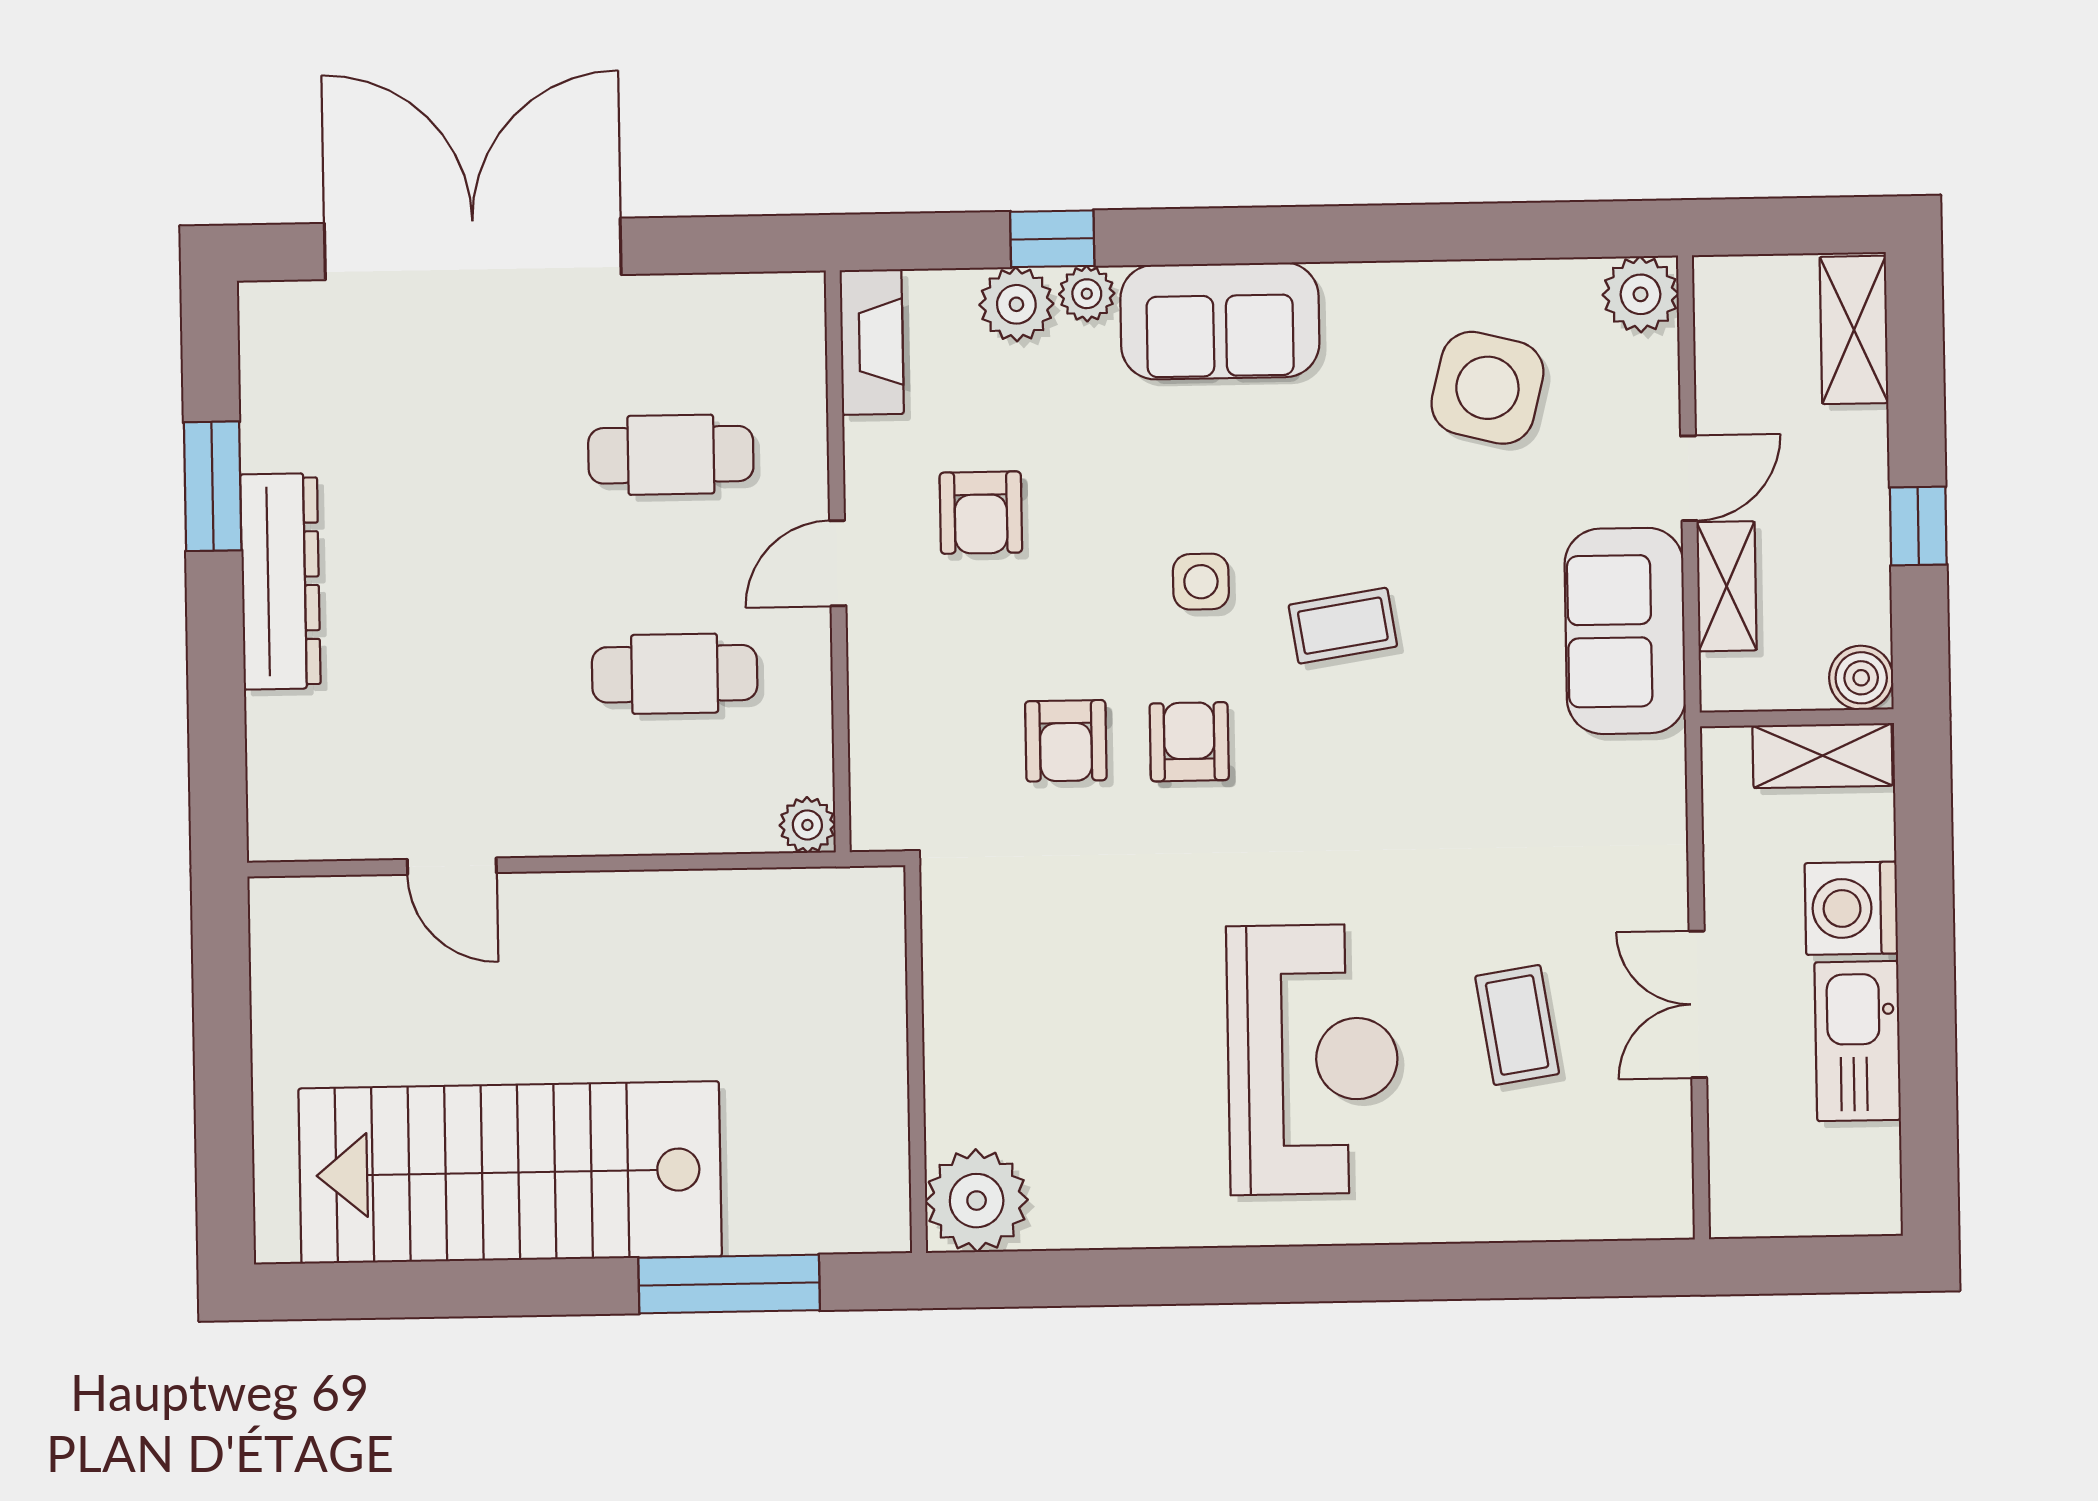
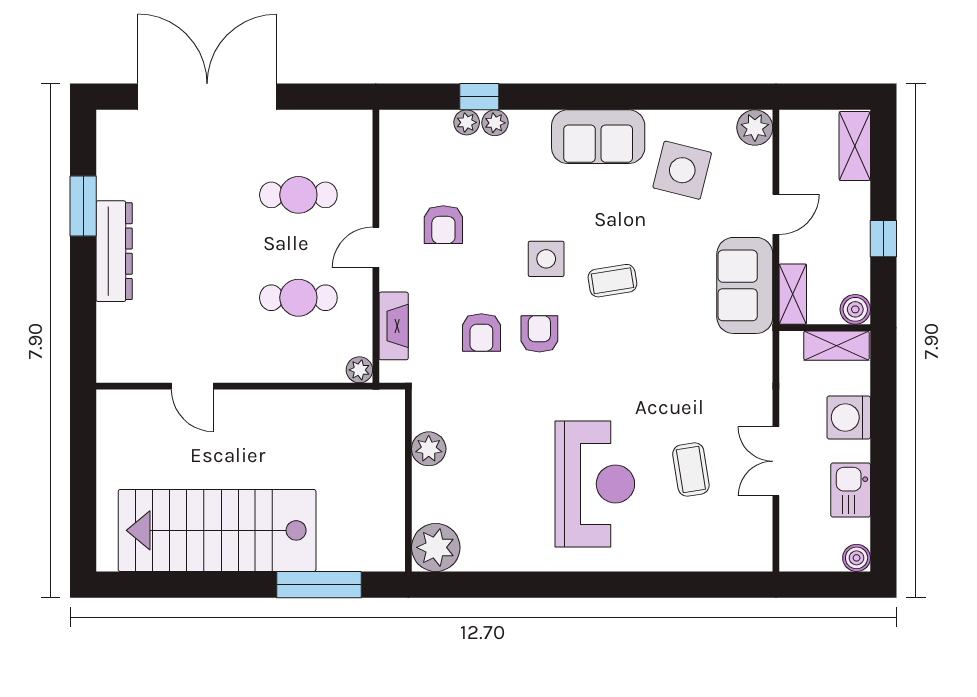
plant: (1016, 304) -> (467, 122), width x0.73, depth x0.73
sofa: (1220, 321) -> (598, 137), moved
fireplace: (872, 342) -> (394, 326), moved
side table: (1201, 582) -> (546, 259), width x1.37, depth x1.37
shelving: (1727, 586) -> (793, 294), moved
plant: (958, 991) -> (429, 449), added
kitchen sink: (1858, 1041) -> (851, 490), width x0.73
boiler: (1873, 1207) -> (857, 558), added

